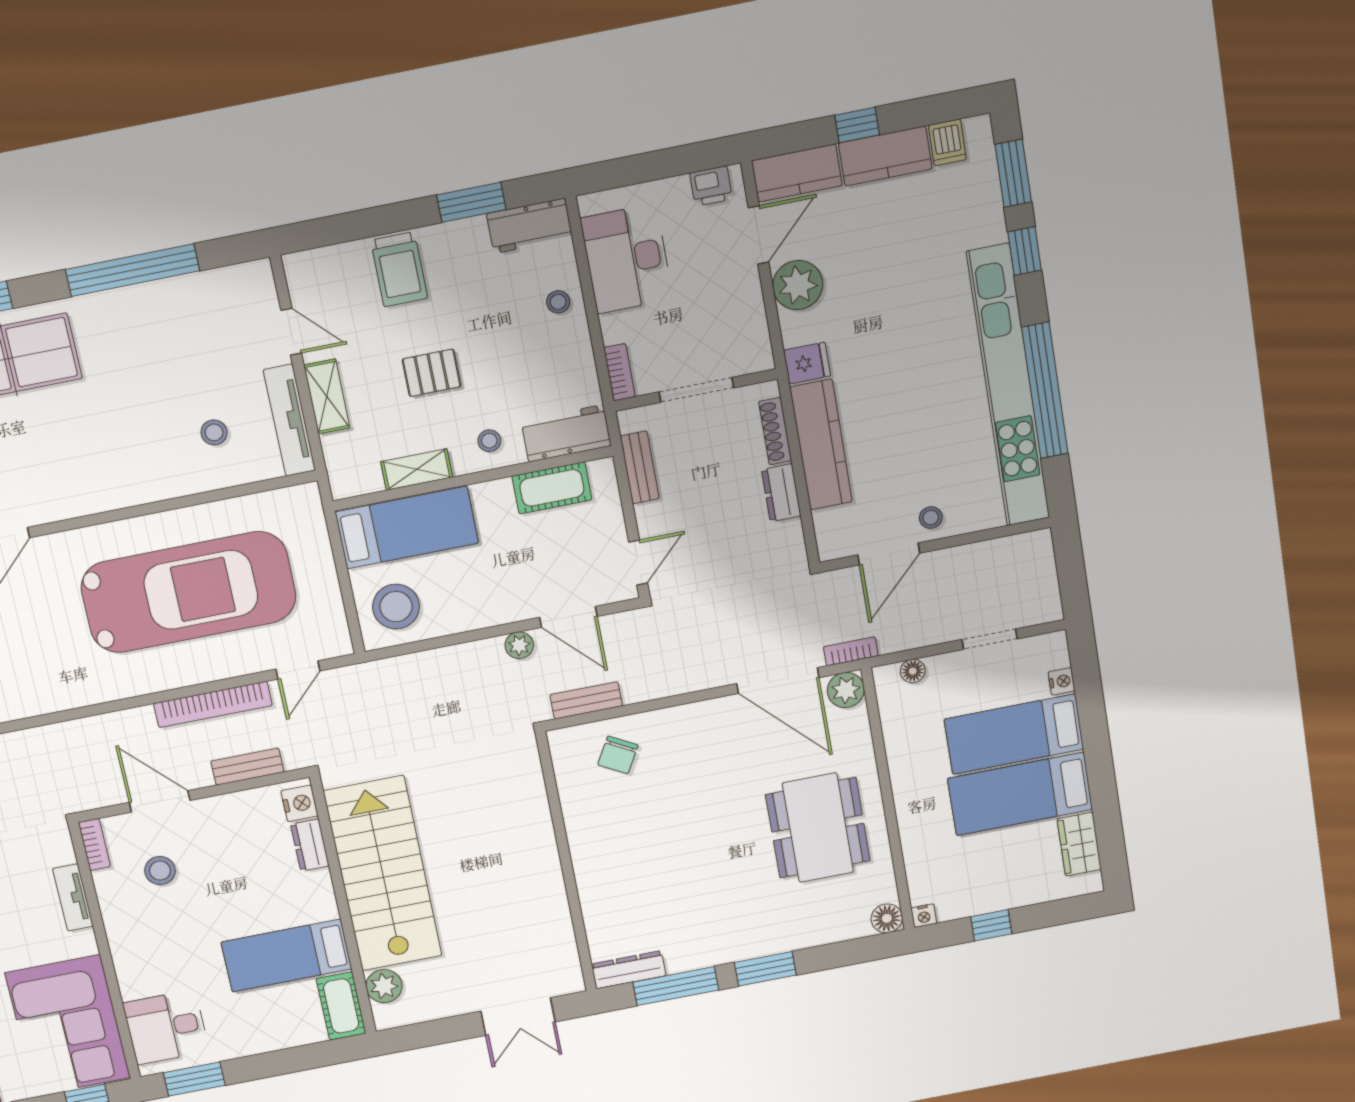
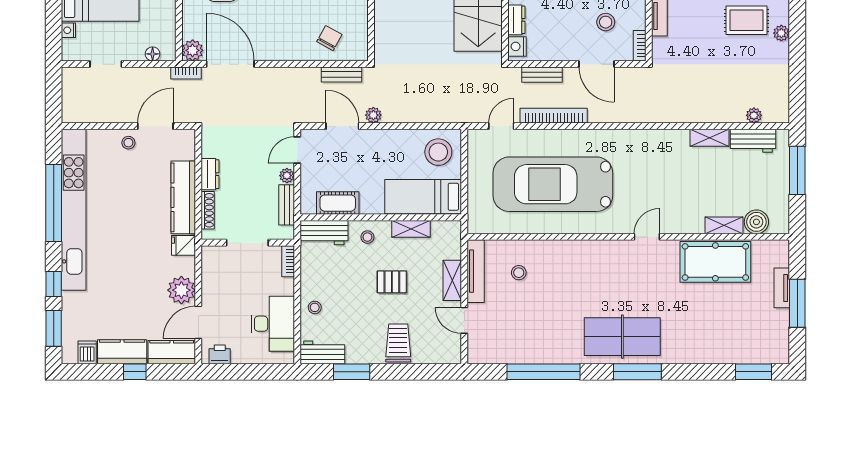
plant: (648, 517) -> (287, 176), added

